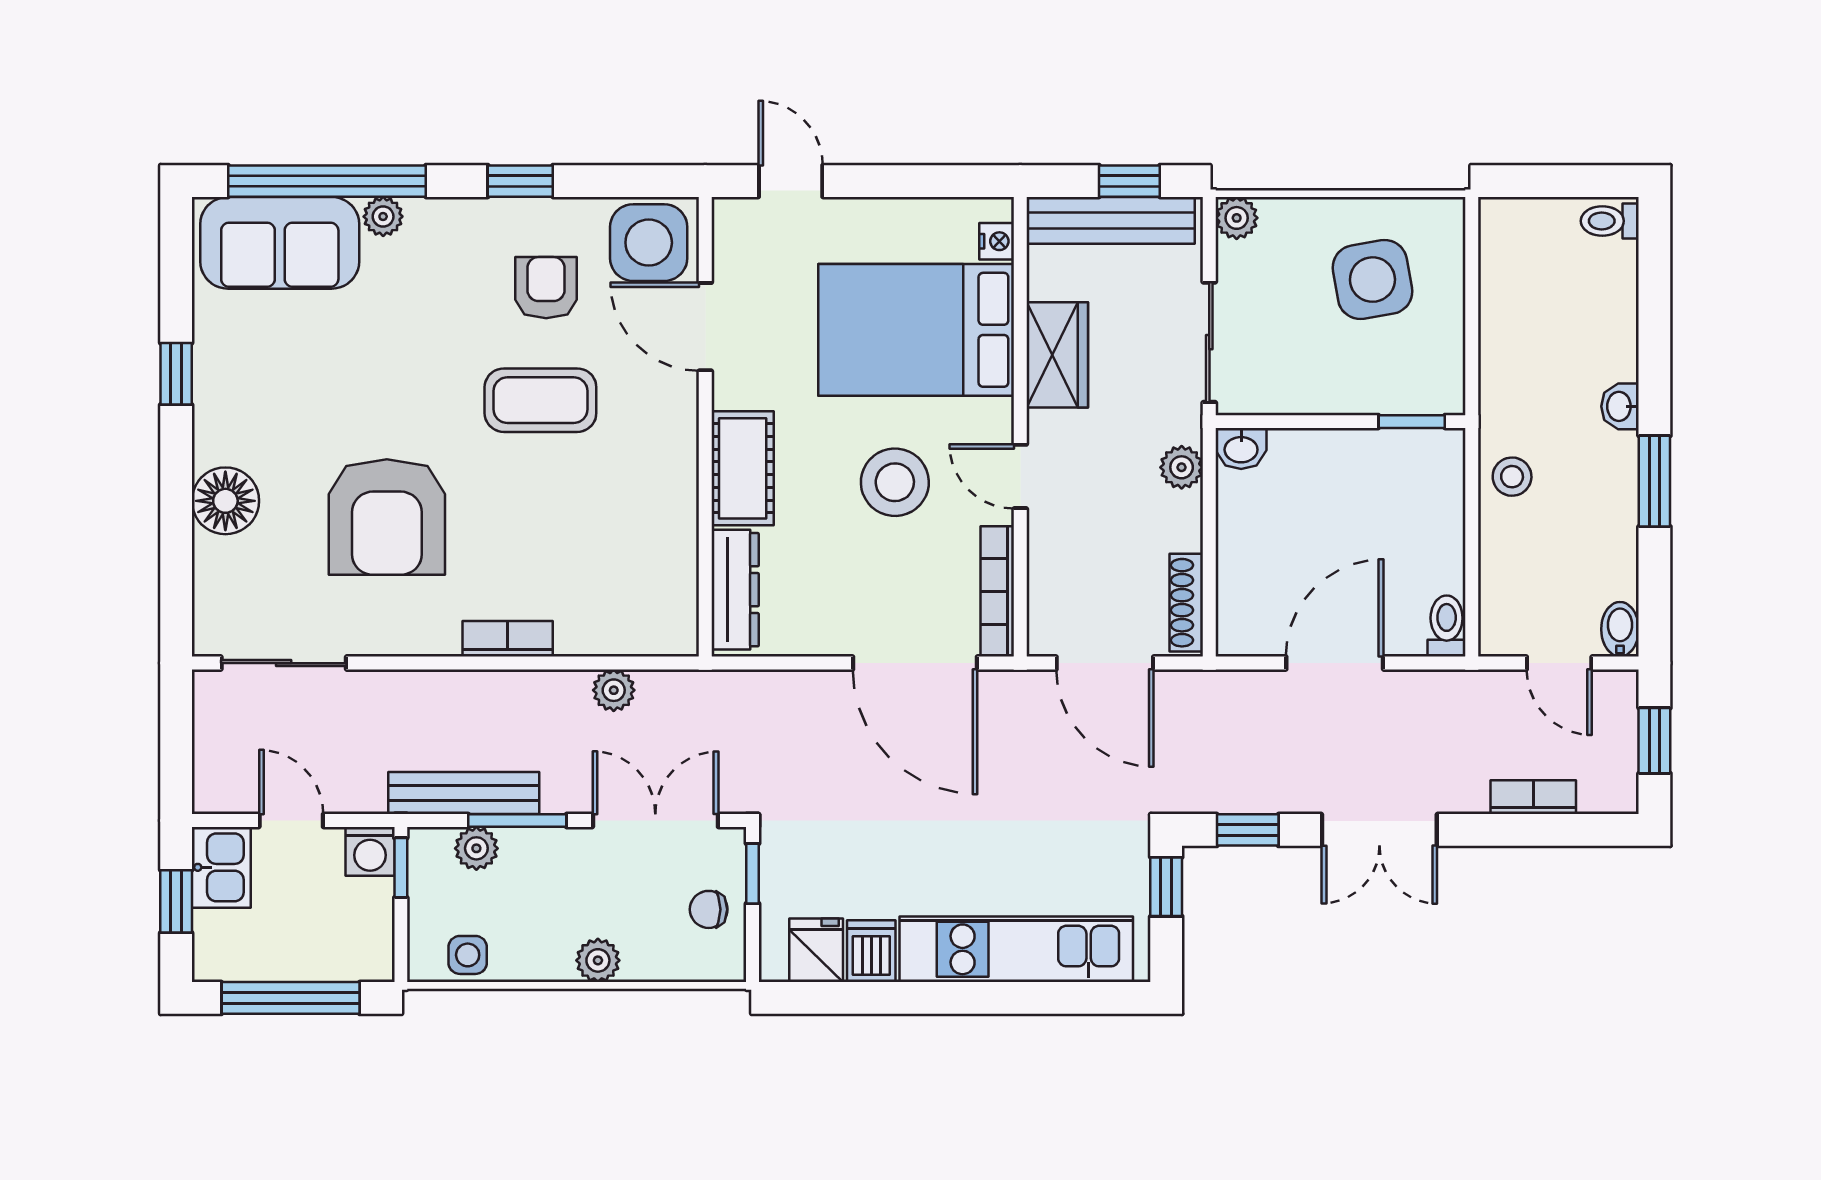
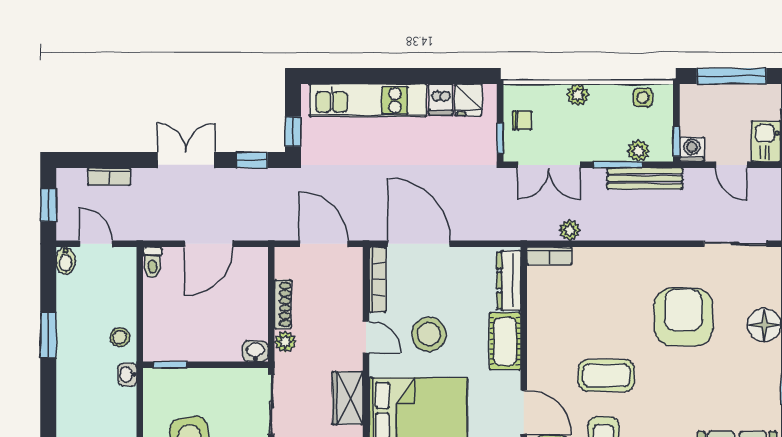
washbasin: (1620, 406) -> (127, 375), moved, turned 180
shoe rack: (1186, 603) -> (283, 304), moved
bookcase: (508, 639) -> (549, 256), moved

